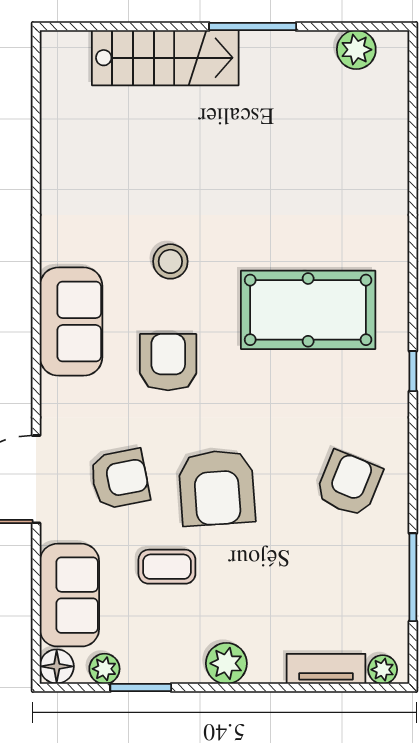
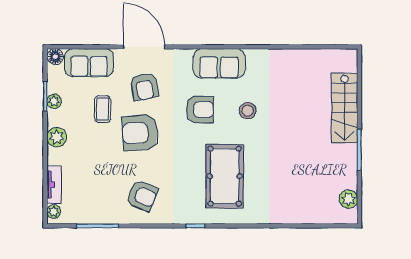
plant: (104, 669) -> (54, 101), moved

